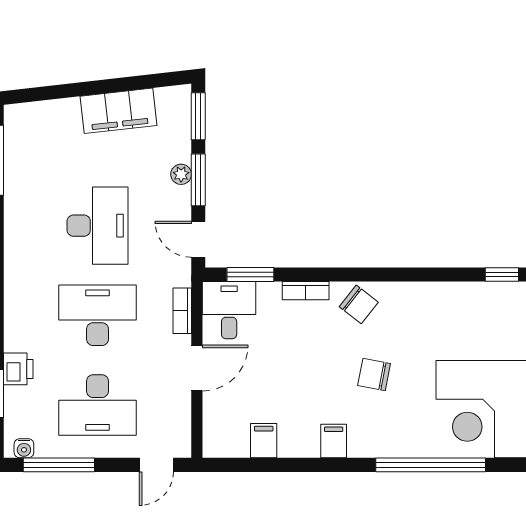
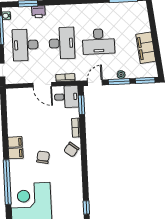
filing cabinet: (264, 441) -> (16, 153), moved

